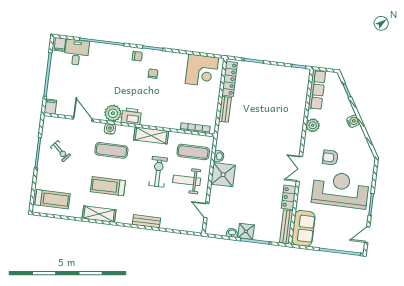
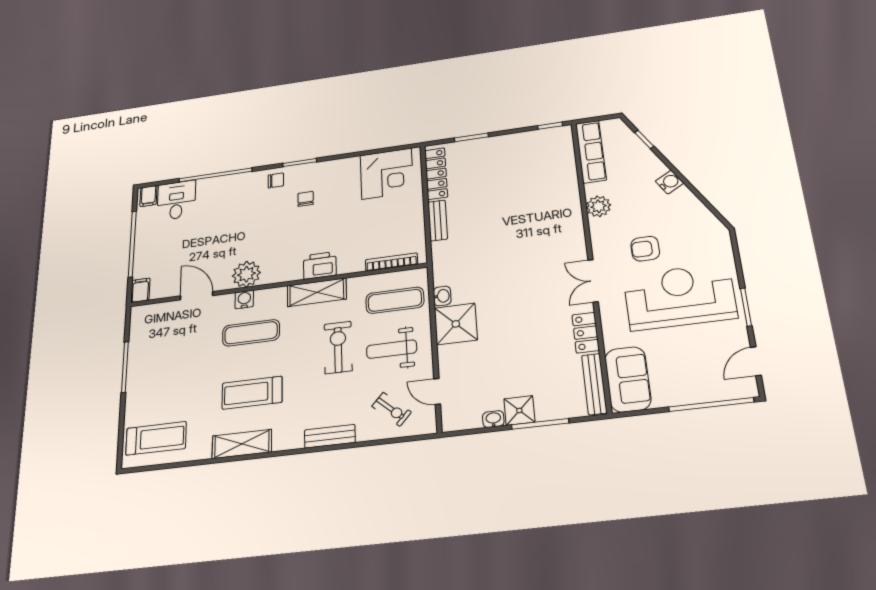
printer: (131, 116) -> (320, 265), moved
exercise bike: (61, 151) -> (391, 409), moved

